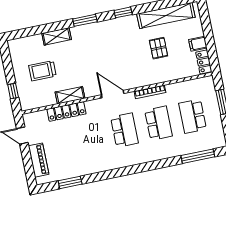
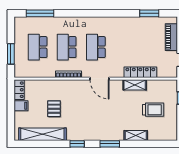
school desk: (193, 116) -> (38, 47), turned 180

